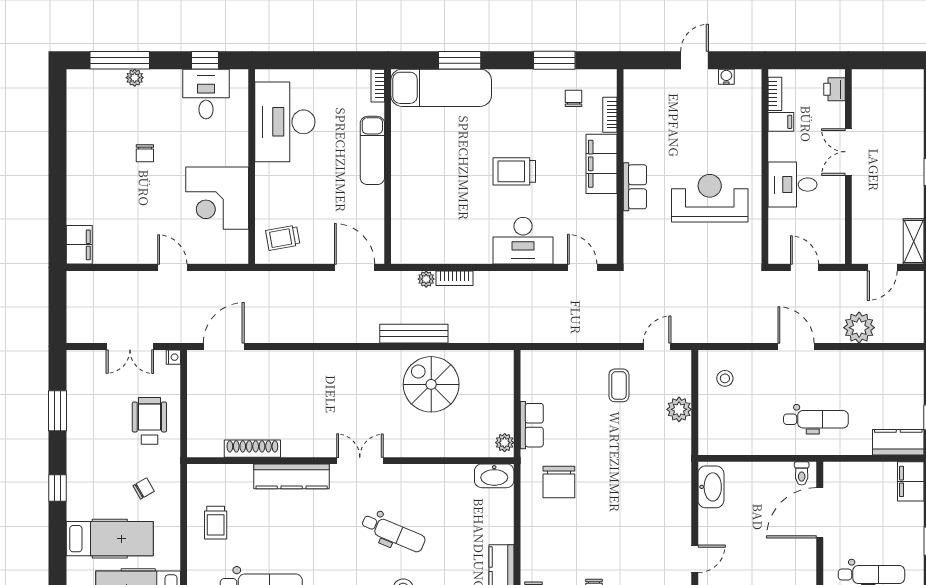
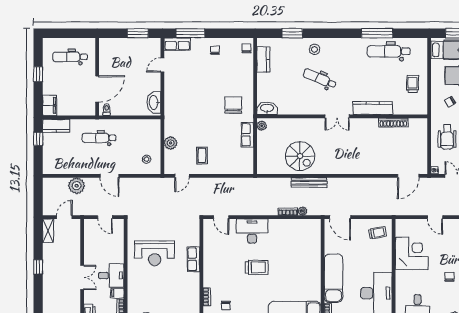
exam couch: (372, 150) -> (334, 278), width x1.36, depth x1.45
filing cabinet: (601, 164) -> (211, 271), removed
desk: (793, 185) -> (111, 275), moved

